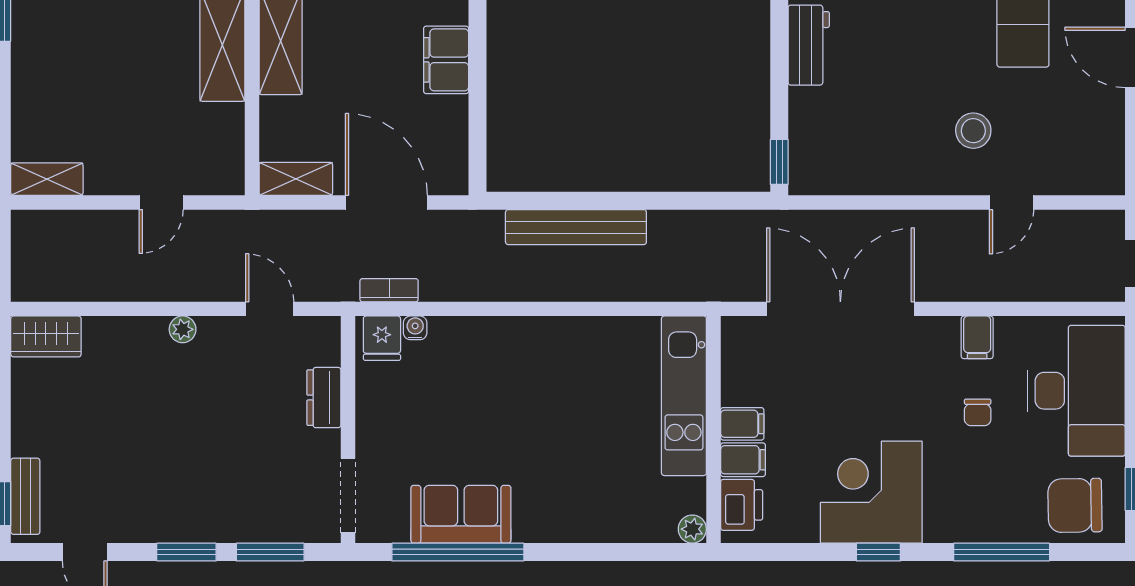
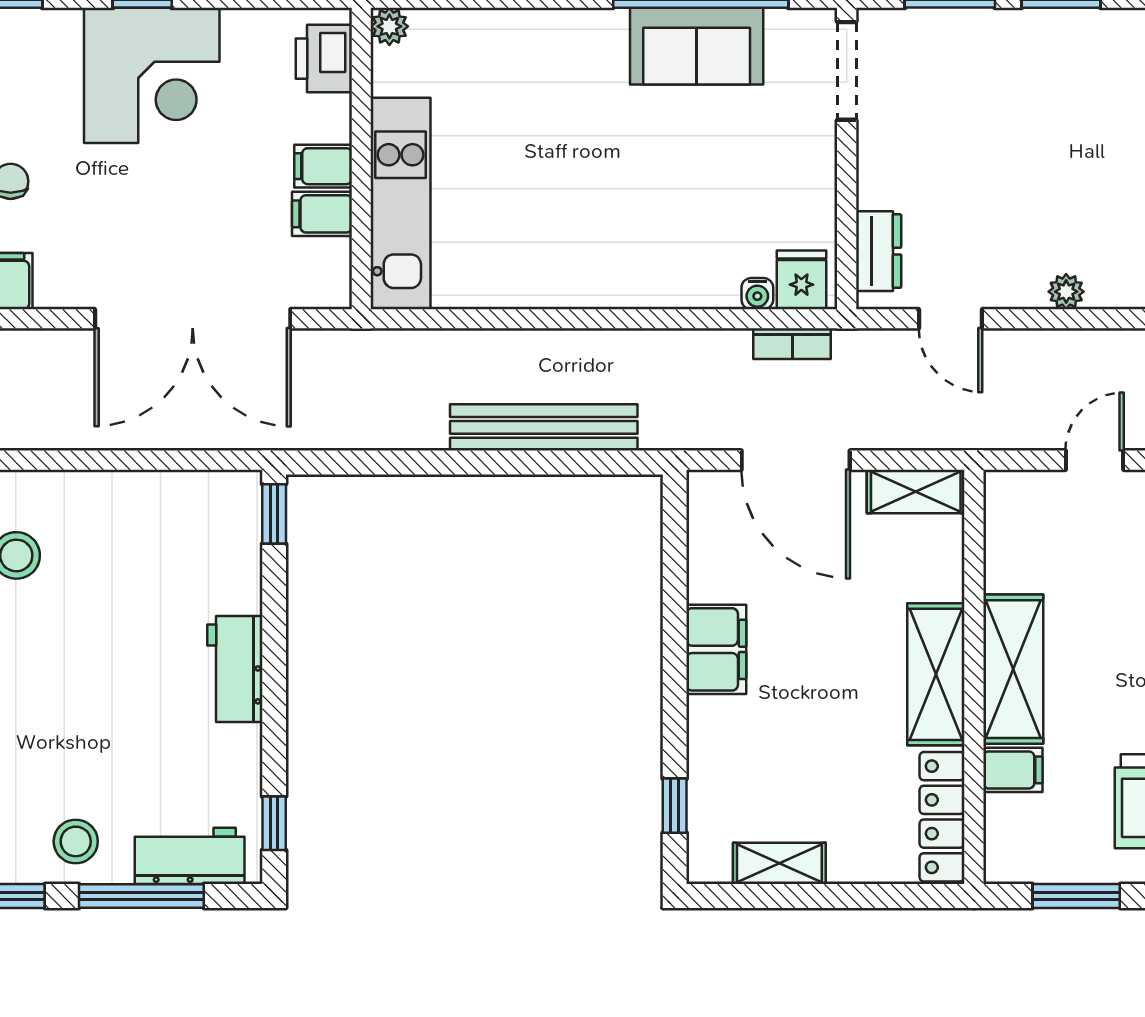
dresser: (324, 398) -> (879, 251), moved
filing cabinet: (743, 460) -> (322, 214), moved

